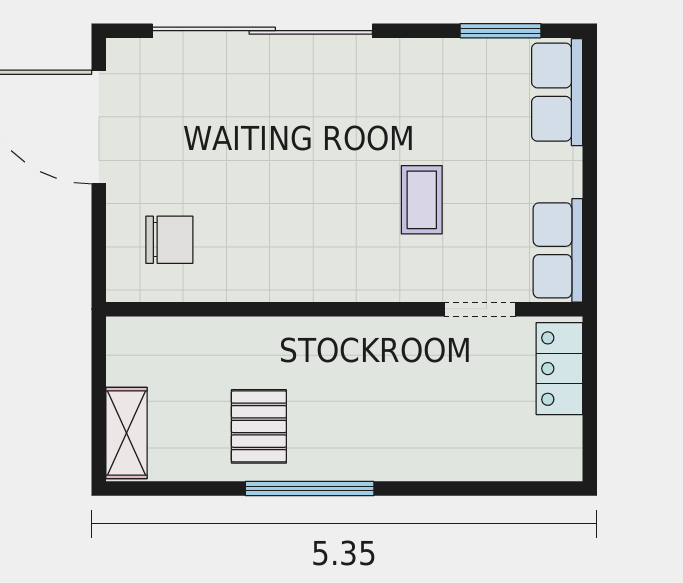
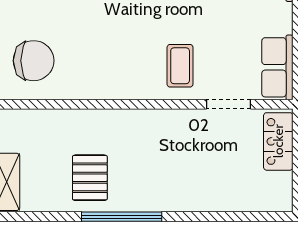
coffee table: (422, 200) -> (180, 66), moved
chair: (169, 240) -> (34, 61), width x1.37, depth x1.37

